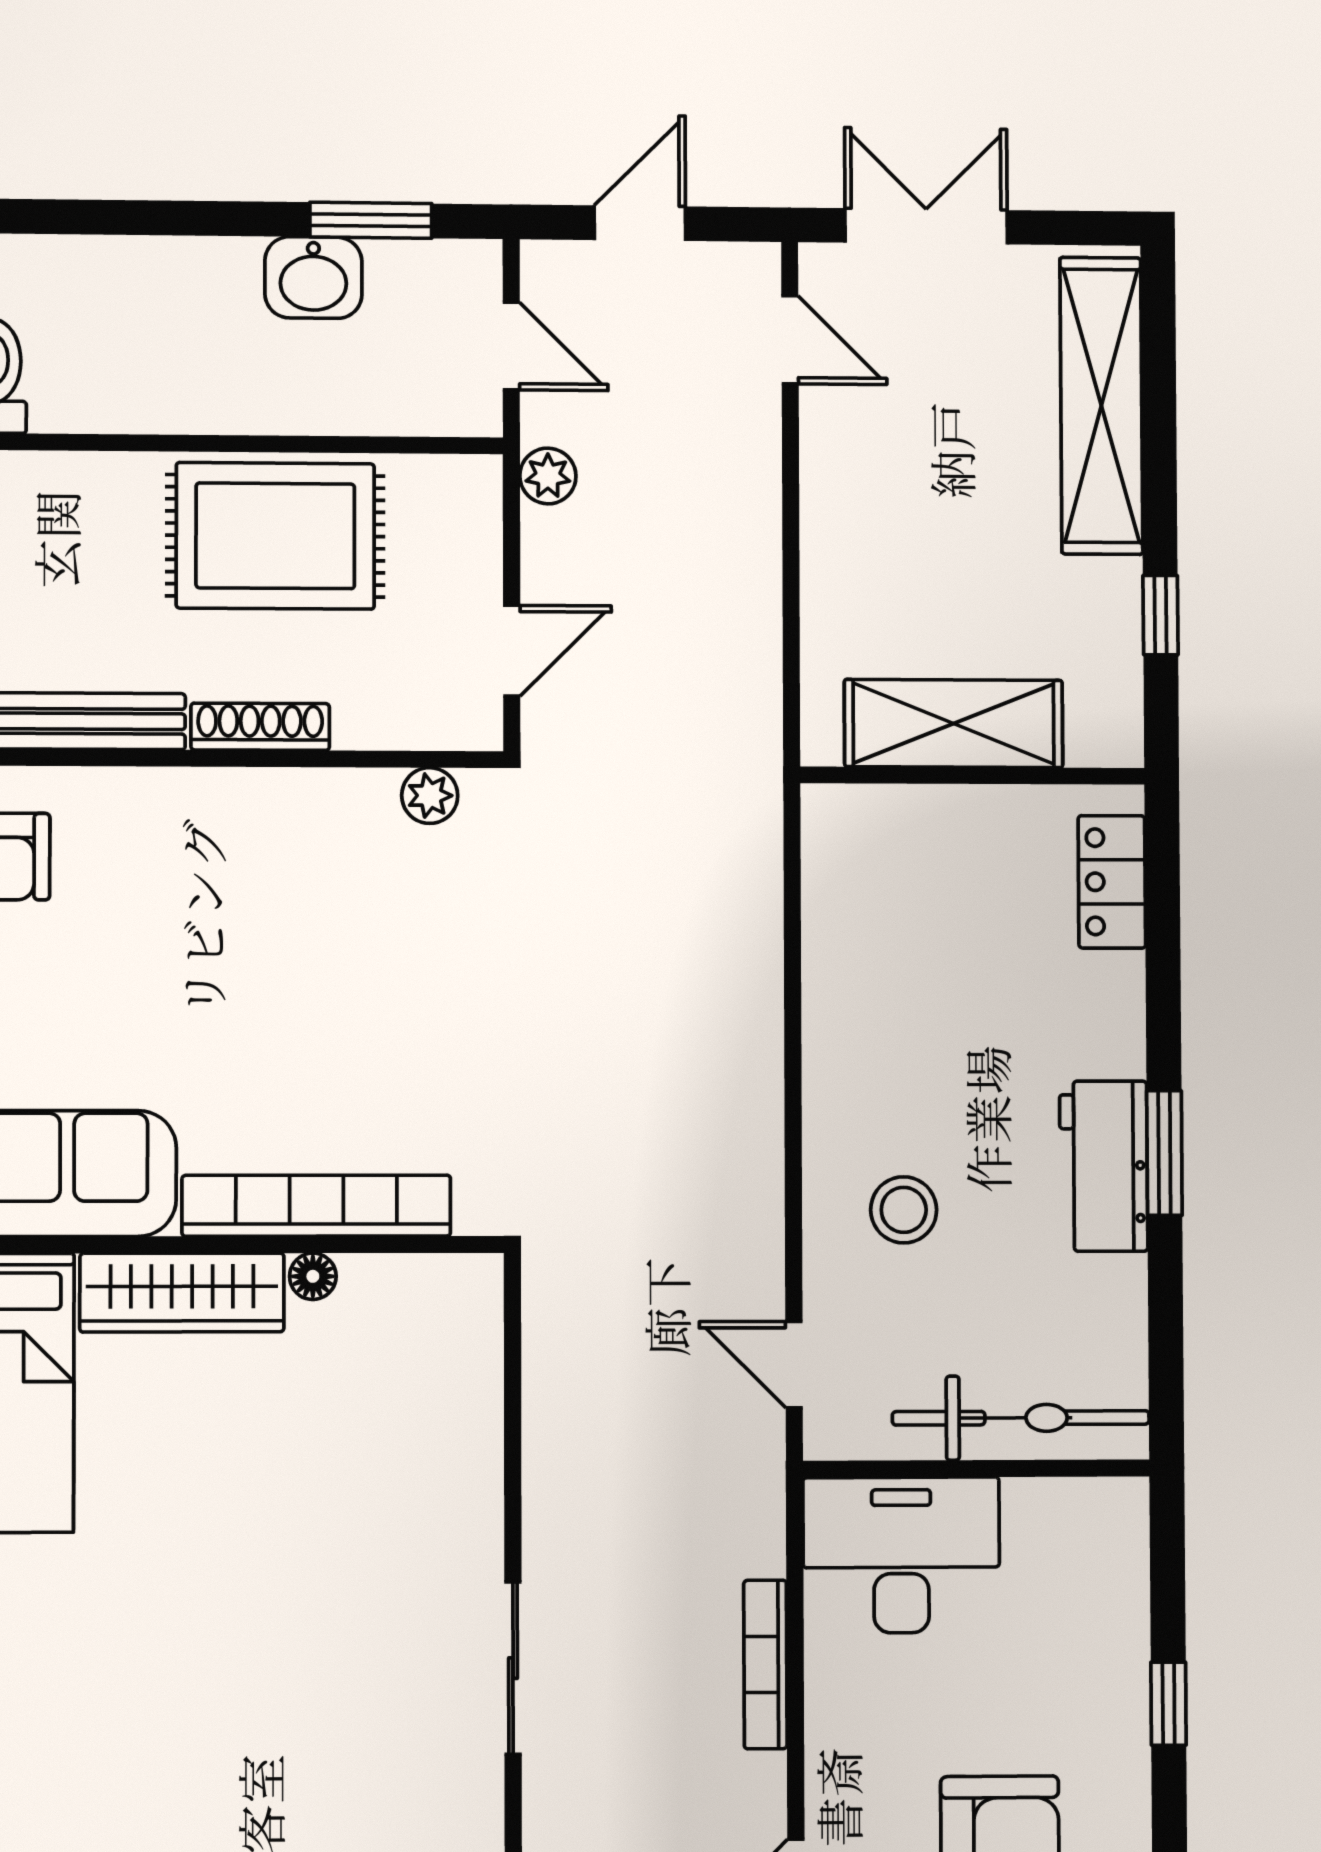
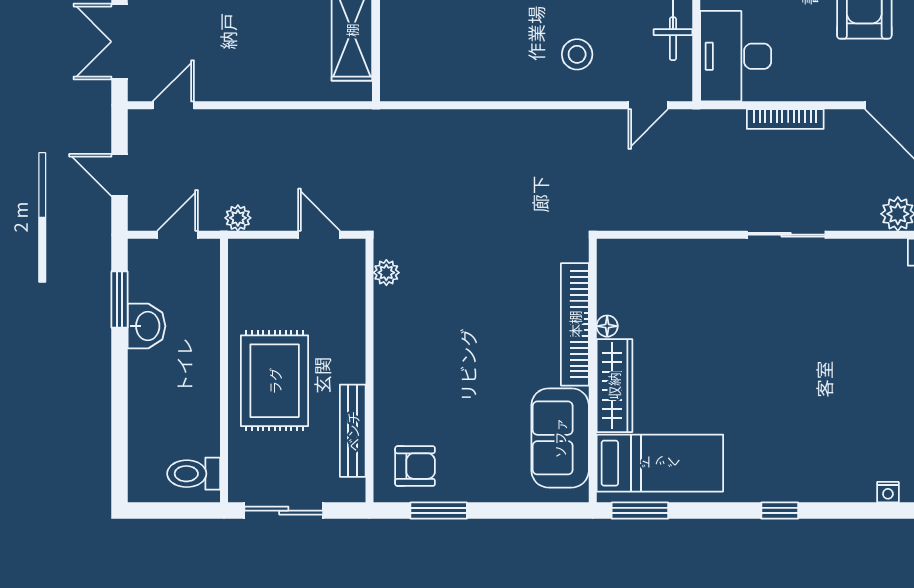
rug: (275, 536) -> (275, 381), moved
shoe rack: (260, 727) -> (355, 350), removed

